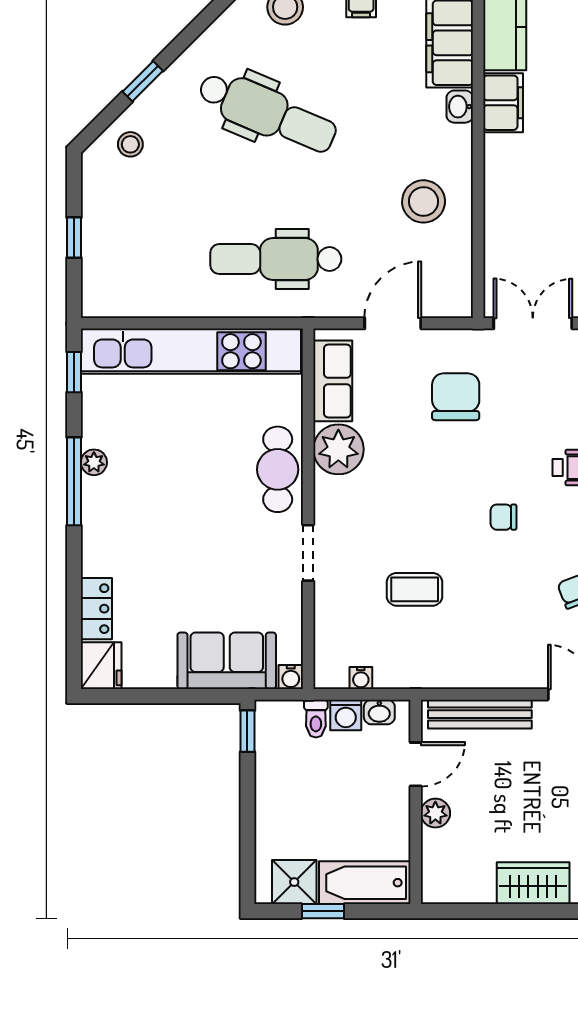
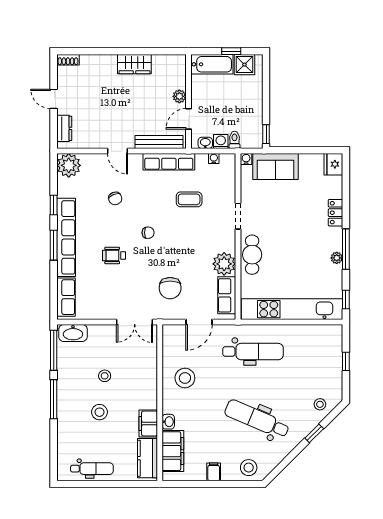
locker: (96, 609) -> (336, 213), moved
row of seats: (458, 671) -> (169, 162), added

